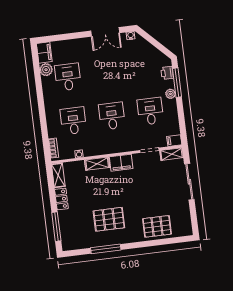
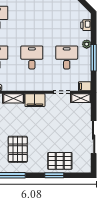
window: (177, 83) -> (94, 58), moved
sliding door: (189, 182) -> (94, 137), moved
pallet: (109, 219) -> (18, 149), turned 90
window: (153, 243) -> (54, 175), added

